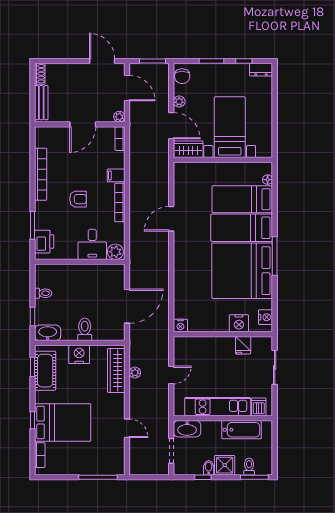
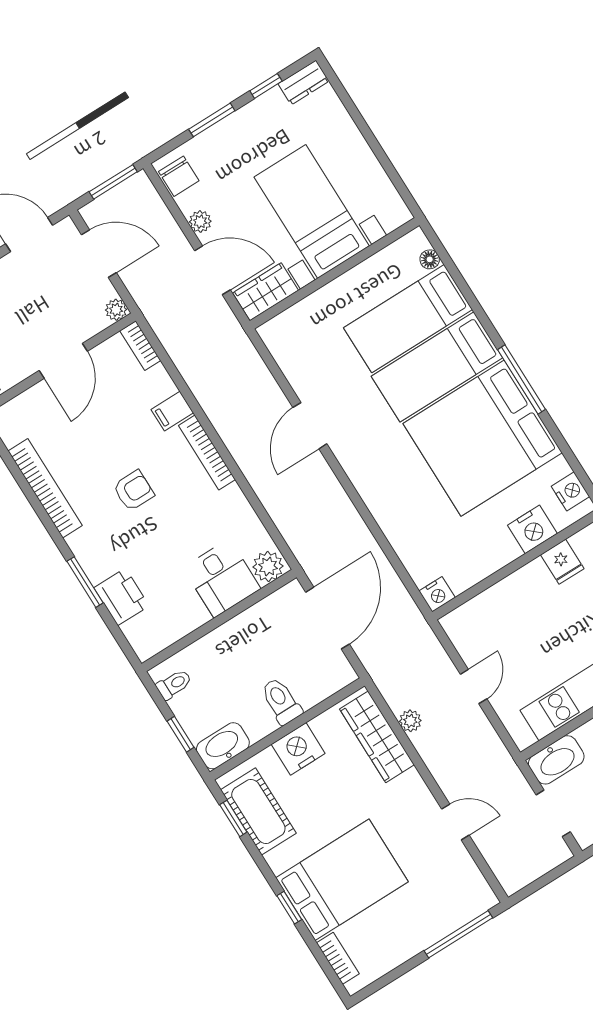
desk: (92, 244) -> (222, 578), moved
plant: (115, 252) -> (268, 566), moved
wall: (80, 262) -> (219, 620), moved

